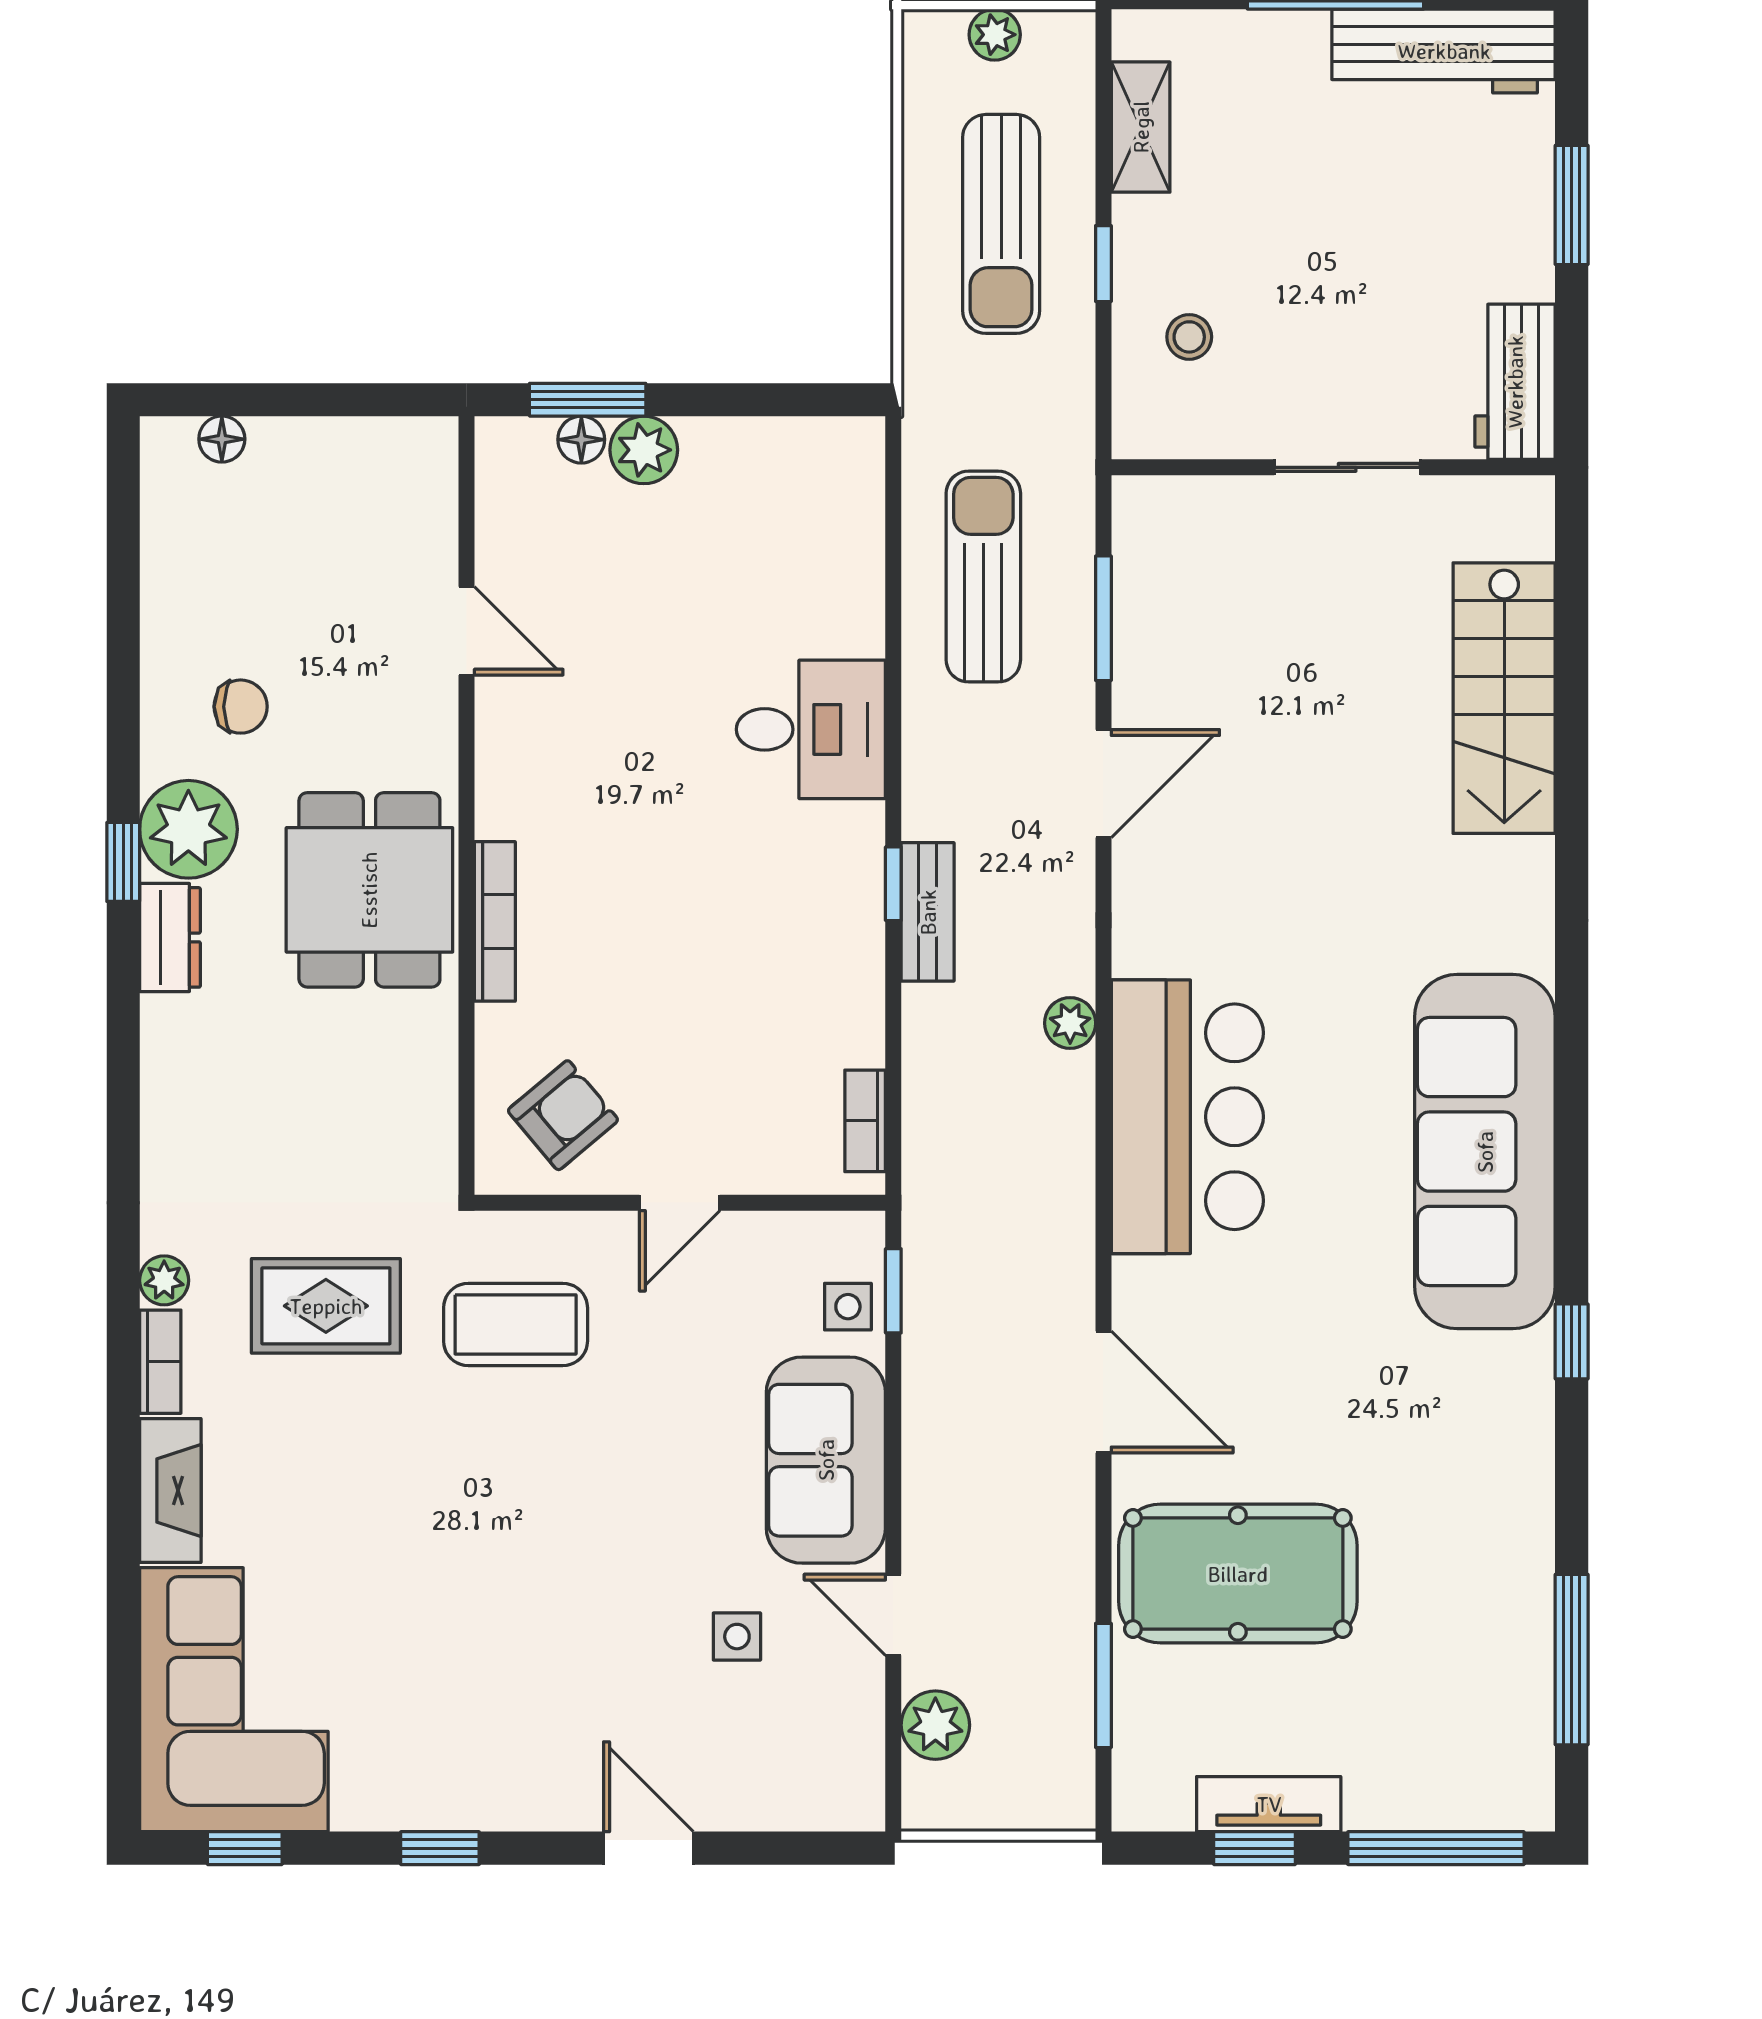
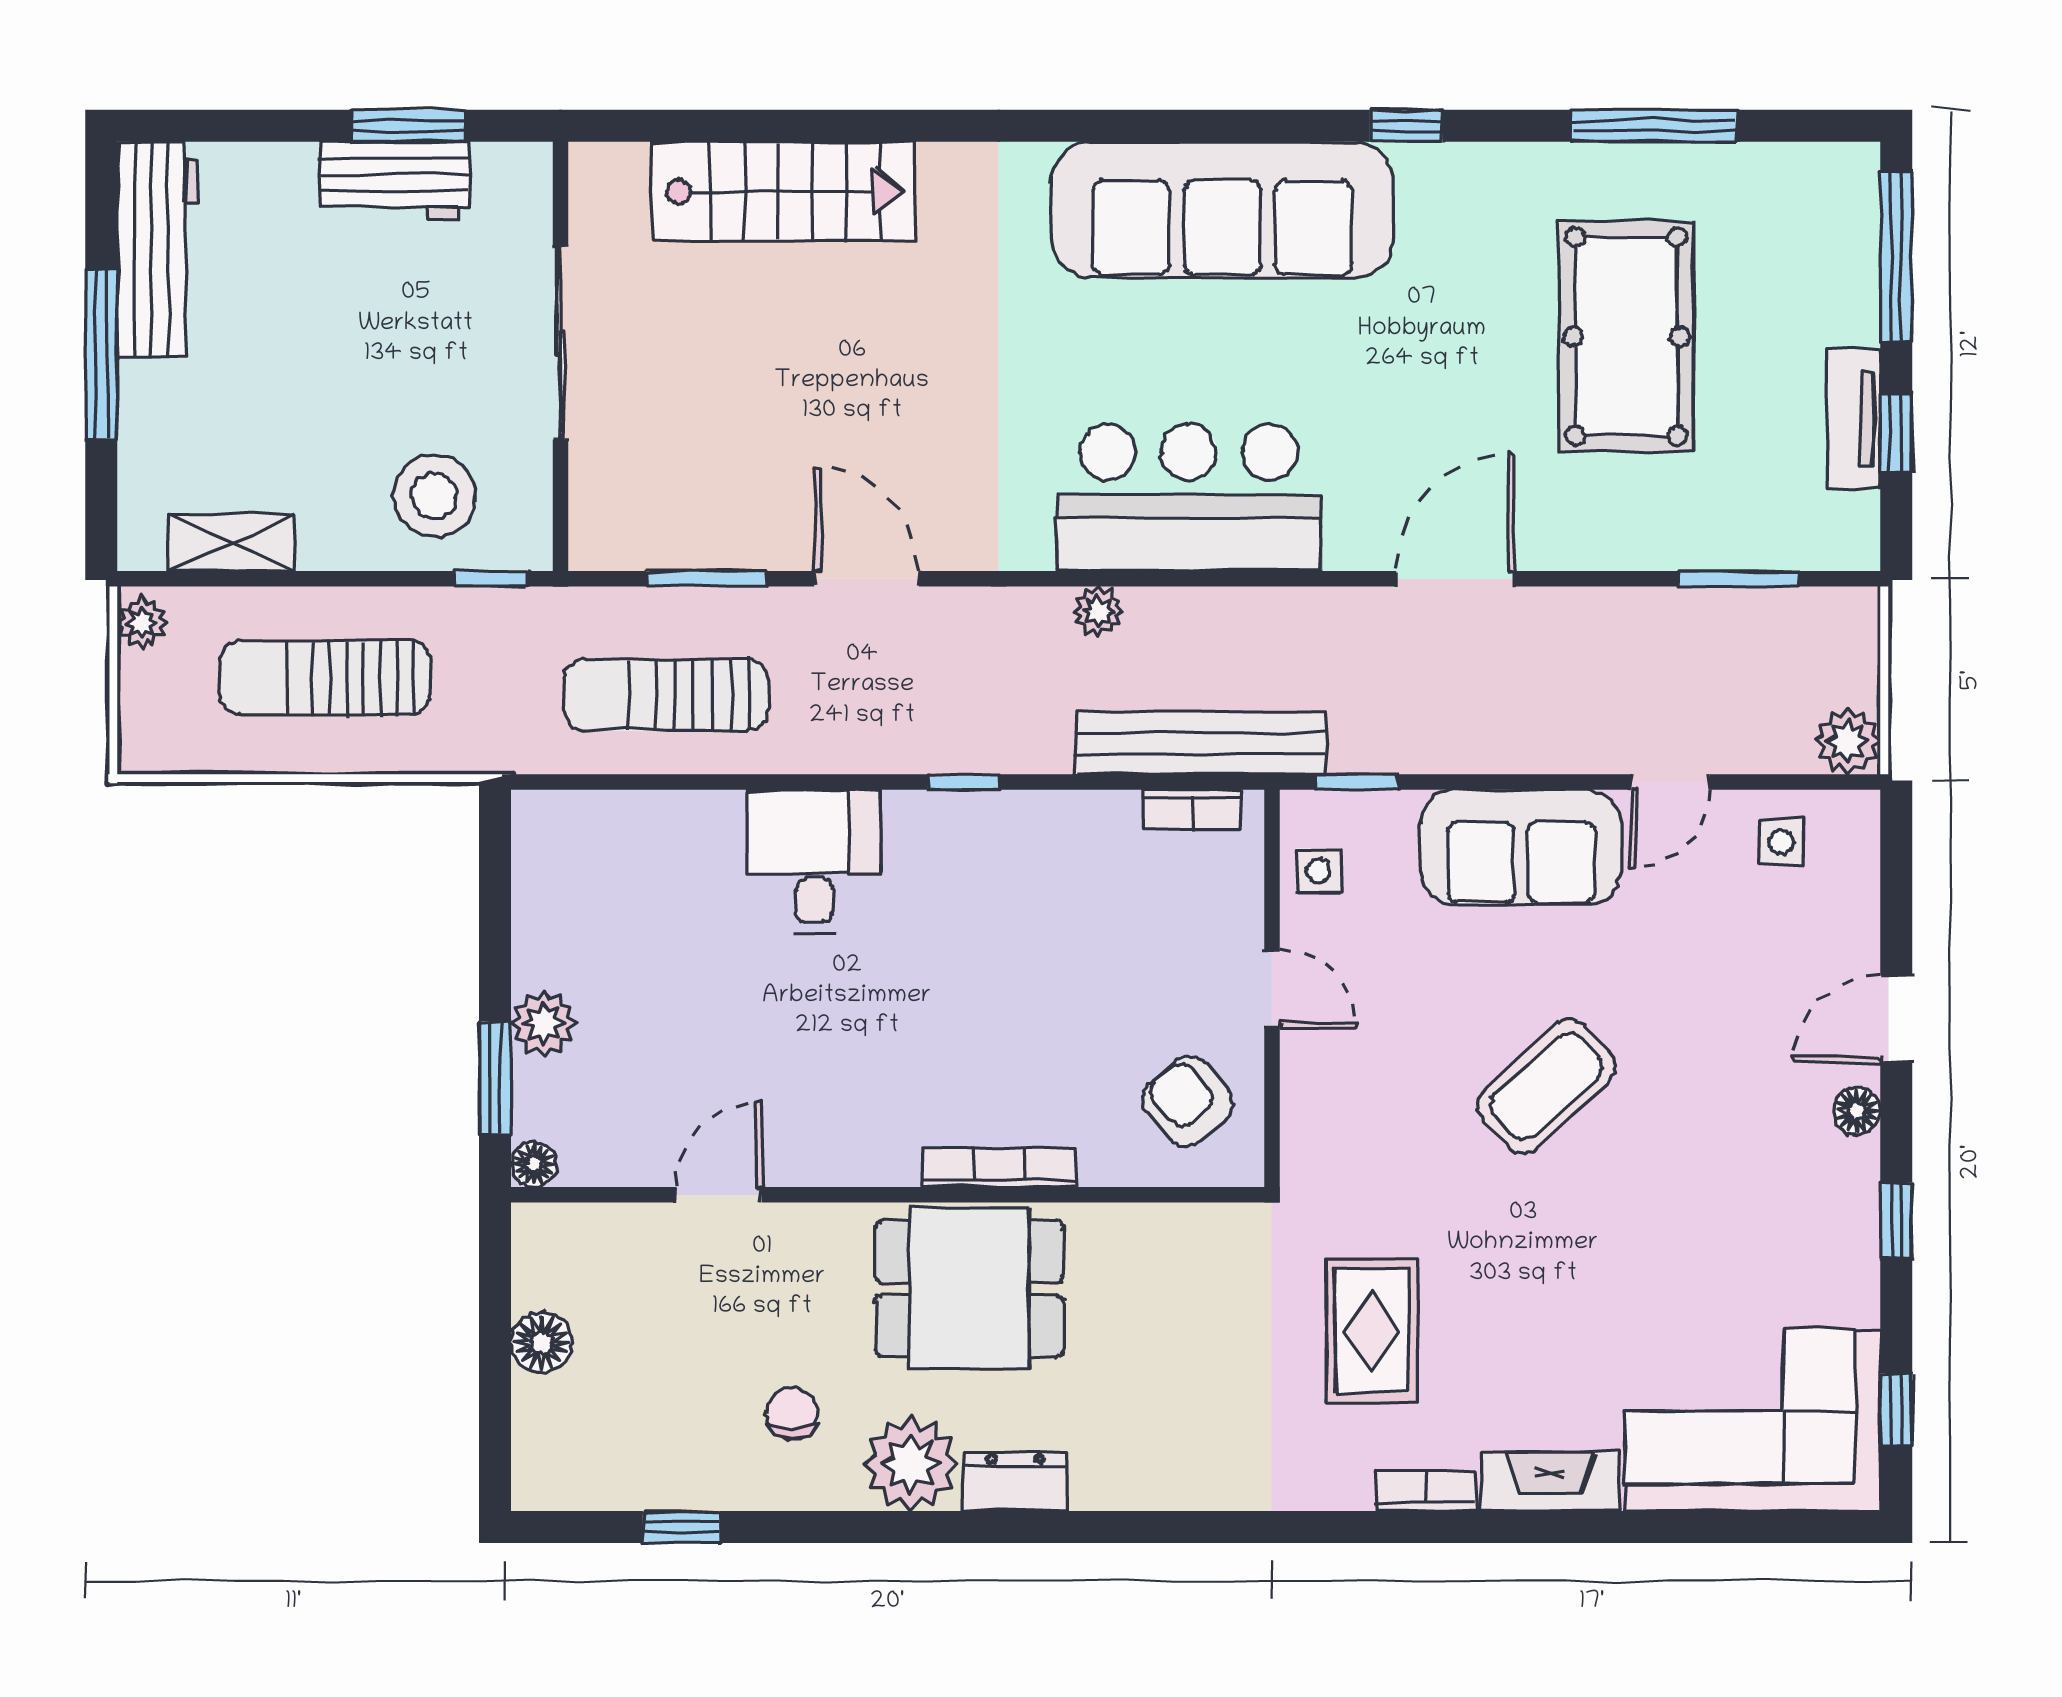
plant: (995, 35) -> (142, 623), moved
window: (1572, 205) -> (409, 126), moved
sun lounger: (1001, 224) -> (325, 678), turned 180
window: (1103, 264) -> (491, 579), moved
stool: (1189, 337) -> (434, 496), width x1.89, depth x1.89
workbench: (1515, 382) -> (395, 180), moved
floor lamp: (222, 439) -> (541, 1343), moved, width x1.37, depth x1.37
floor lamp: (581, 440) -> (534, 1164), moved
sliding door: (1347, 467) -> (561, 343), width x1.37
window: (123, 862) -> (681, 1527), moved
bench: (928, 912) -> (1201, 743), moved, width x1.86, depth x1.21
plant: (164, 1280) -> (1347, 1487), removed
side table: (848, 1307) -> (1318, 871), moved
coffee table: (516, 1324) -> (1546, 1086), moved, turned 48
pool table: (1238, 1574) -> (1626, 336), moved
side table: (737, 1637) -> (1781, 842), moved
window: (1572, 1660) -> (1654, 126), moved
plant: (935, 1725) -> (1847, 741), moved
floor lamp: (553, 1807) -> (1857, 1111), added

